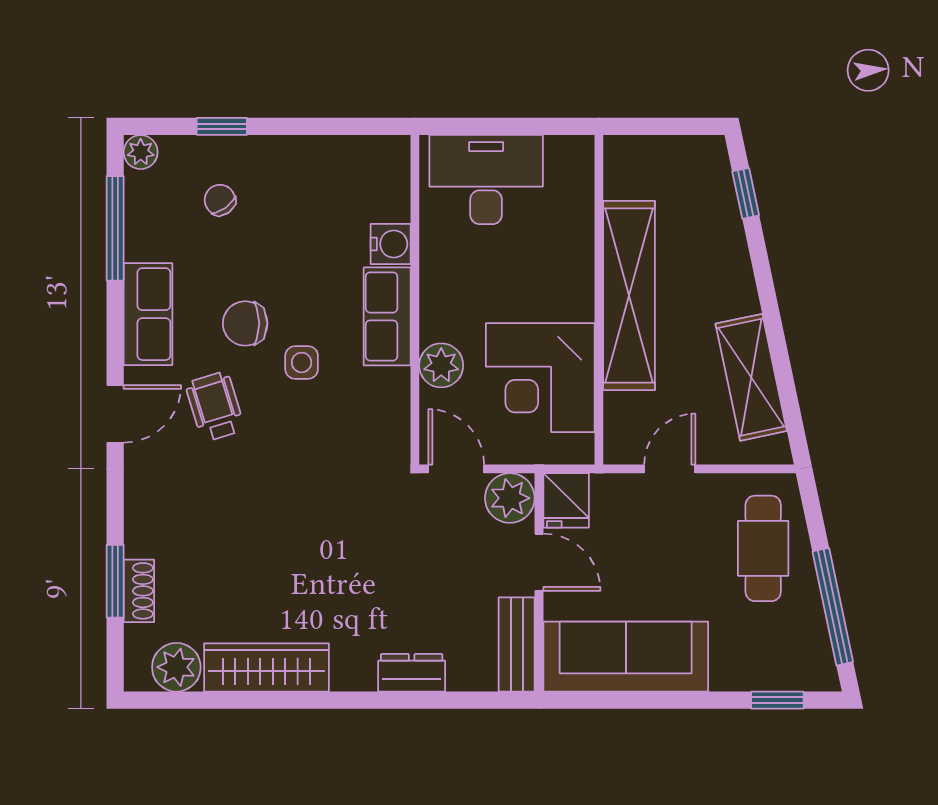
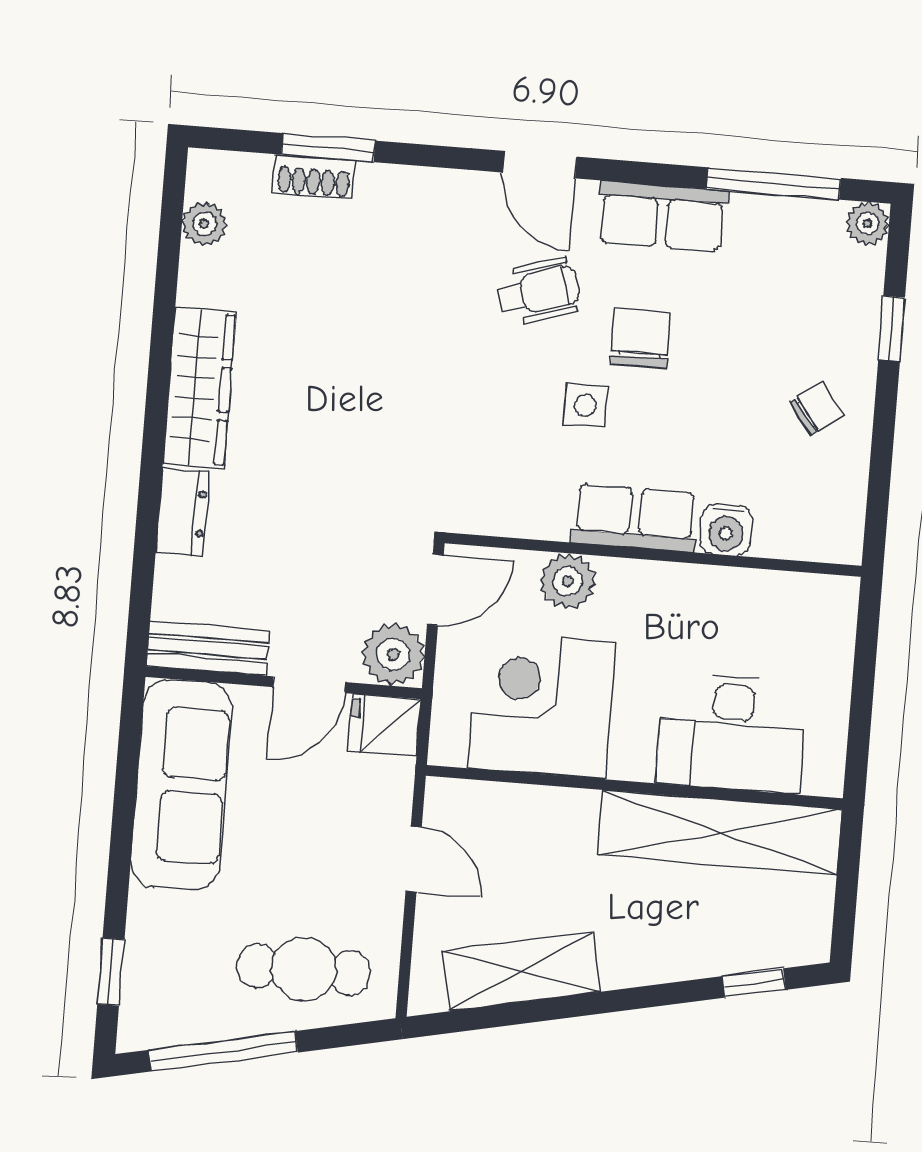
desk: (486, 180) -> (732, 733), moved, turned 90
chair: (220, 200) -> (816, 409), moved
shelving: (629, 296) -> (720, 832), moved
plant: (176, 667) -> (204, 224), width x0.73, depth x0.73
wardrobe: (266, 667) -> (199, 388), moved

